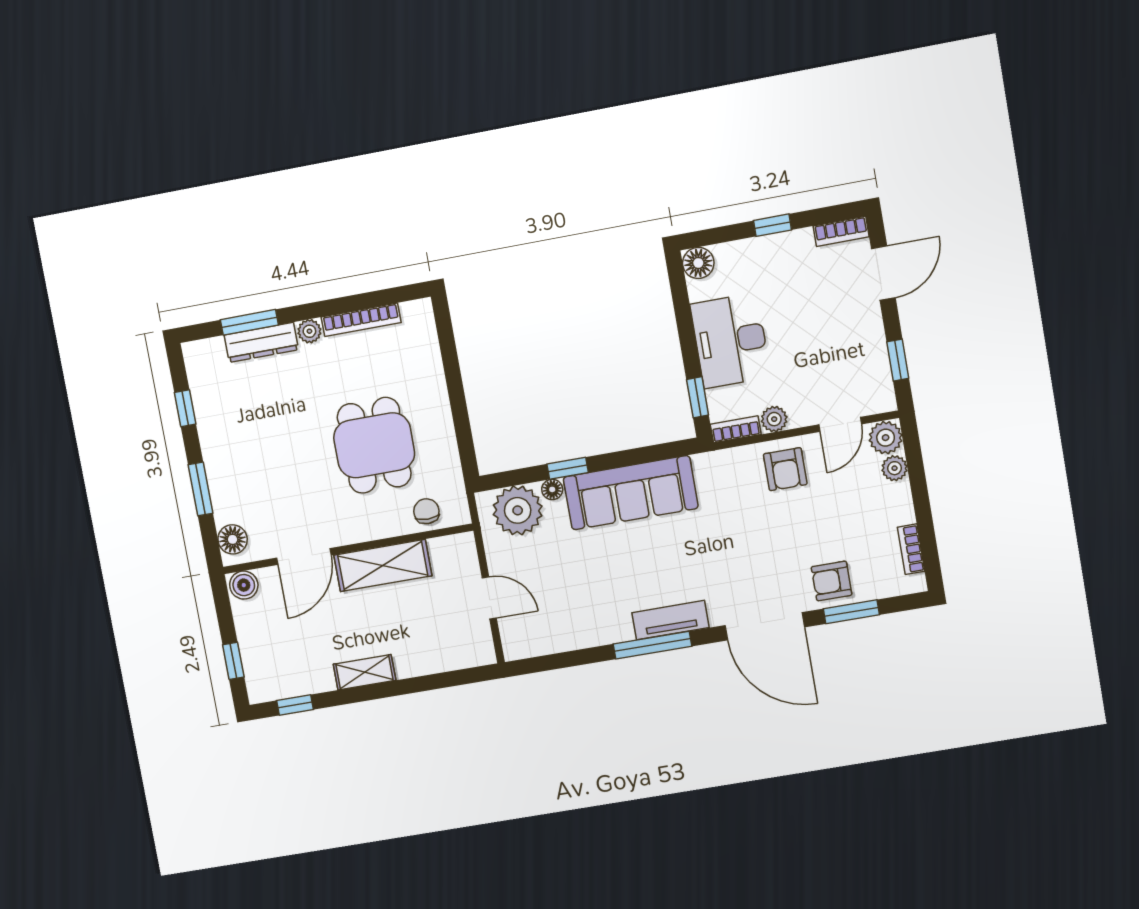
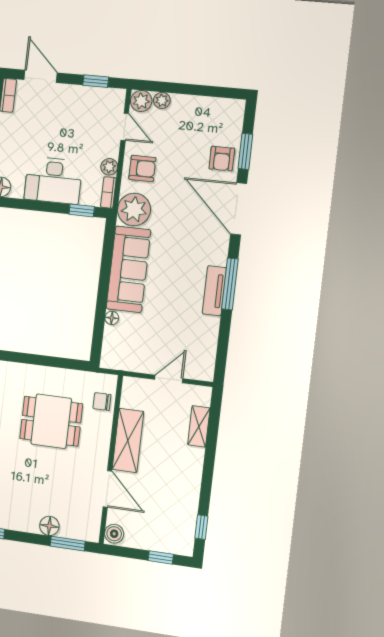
window: (568, 468) -> (101, 304), removed
window: (200, 489) -> (68, 544), moved
plant: (518, 510) -> (134, 210), moved
floor lamp: (233, 539) -> (49, 526), moved
bookcase: (911, 549) -> (216, 103), removed
tv unit: (670, 620) -> (214, 291), moved
door: (765, 626) -> (239, 209), swing flipped
shelving: (365, 672) -> (199, 426), moved

